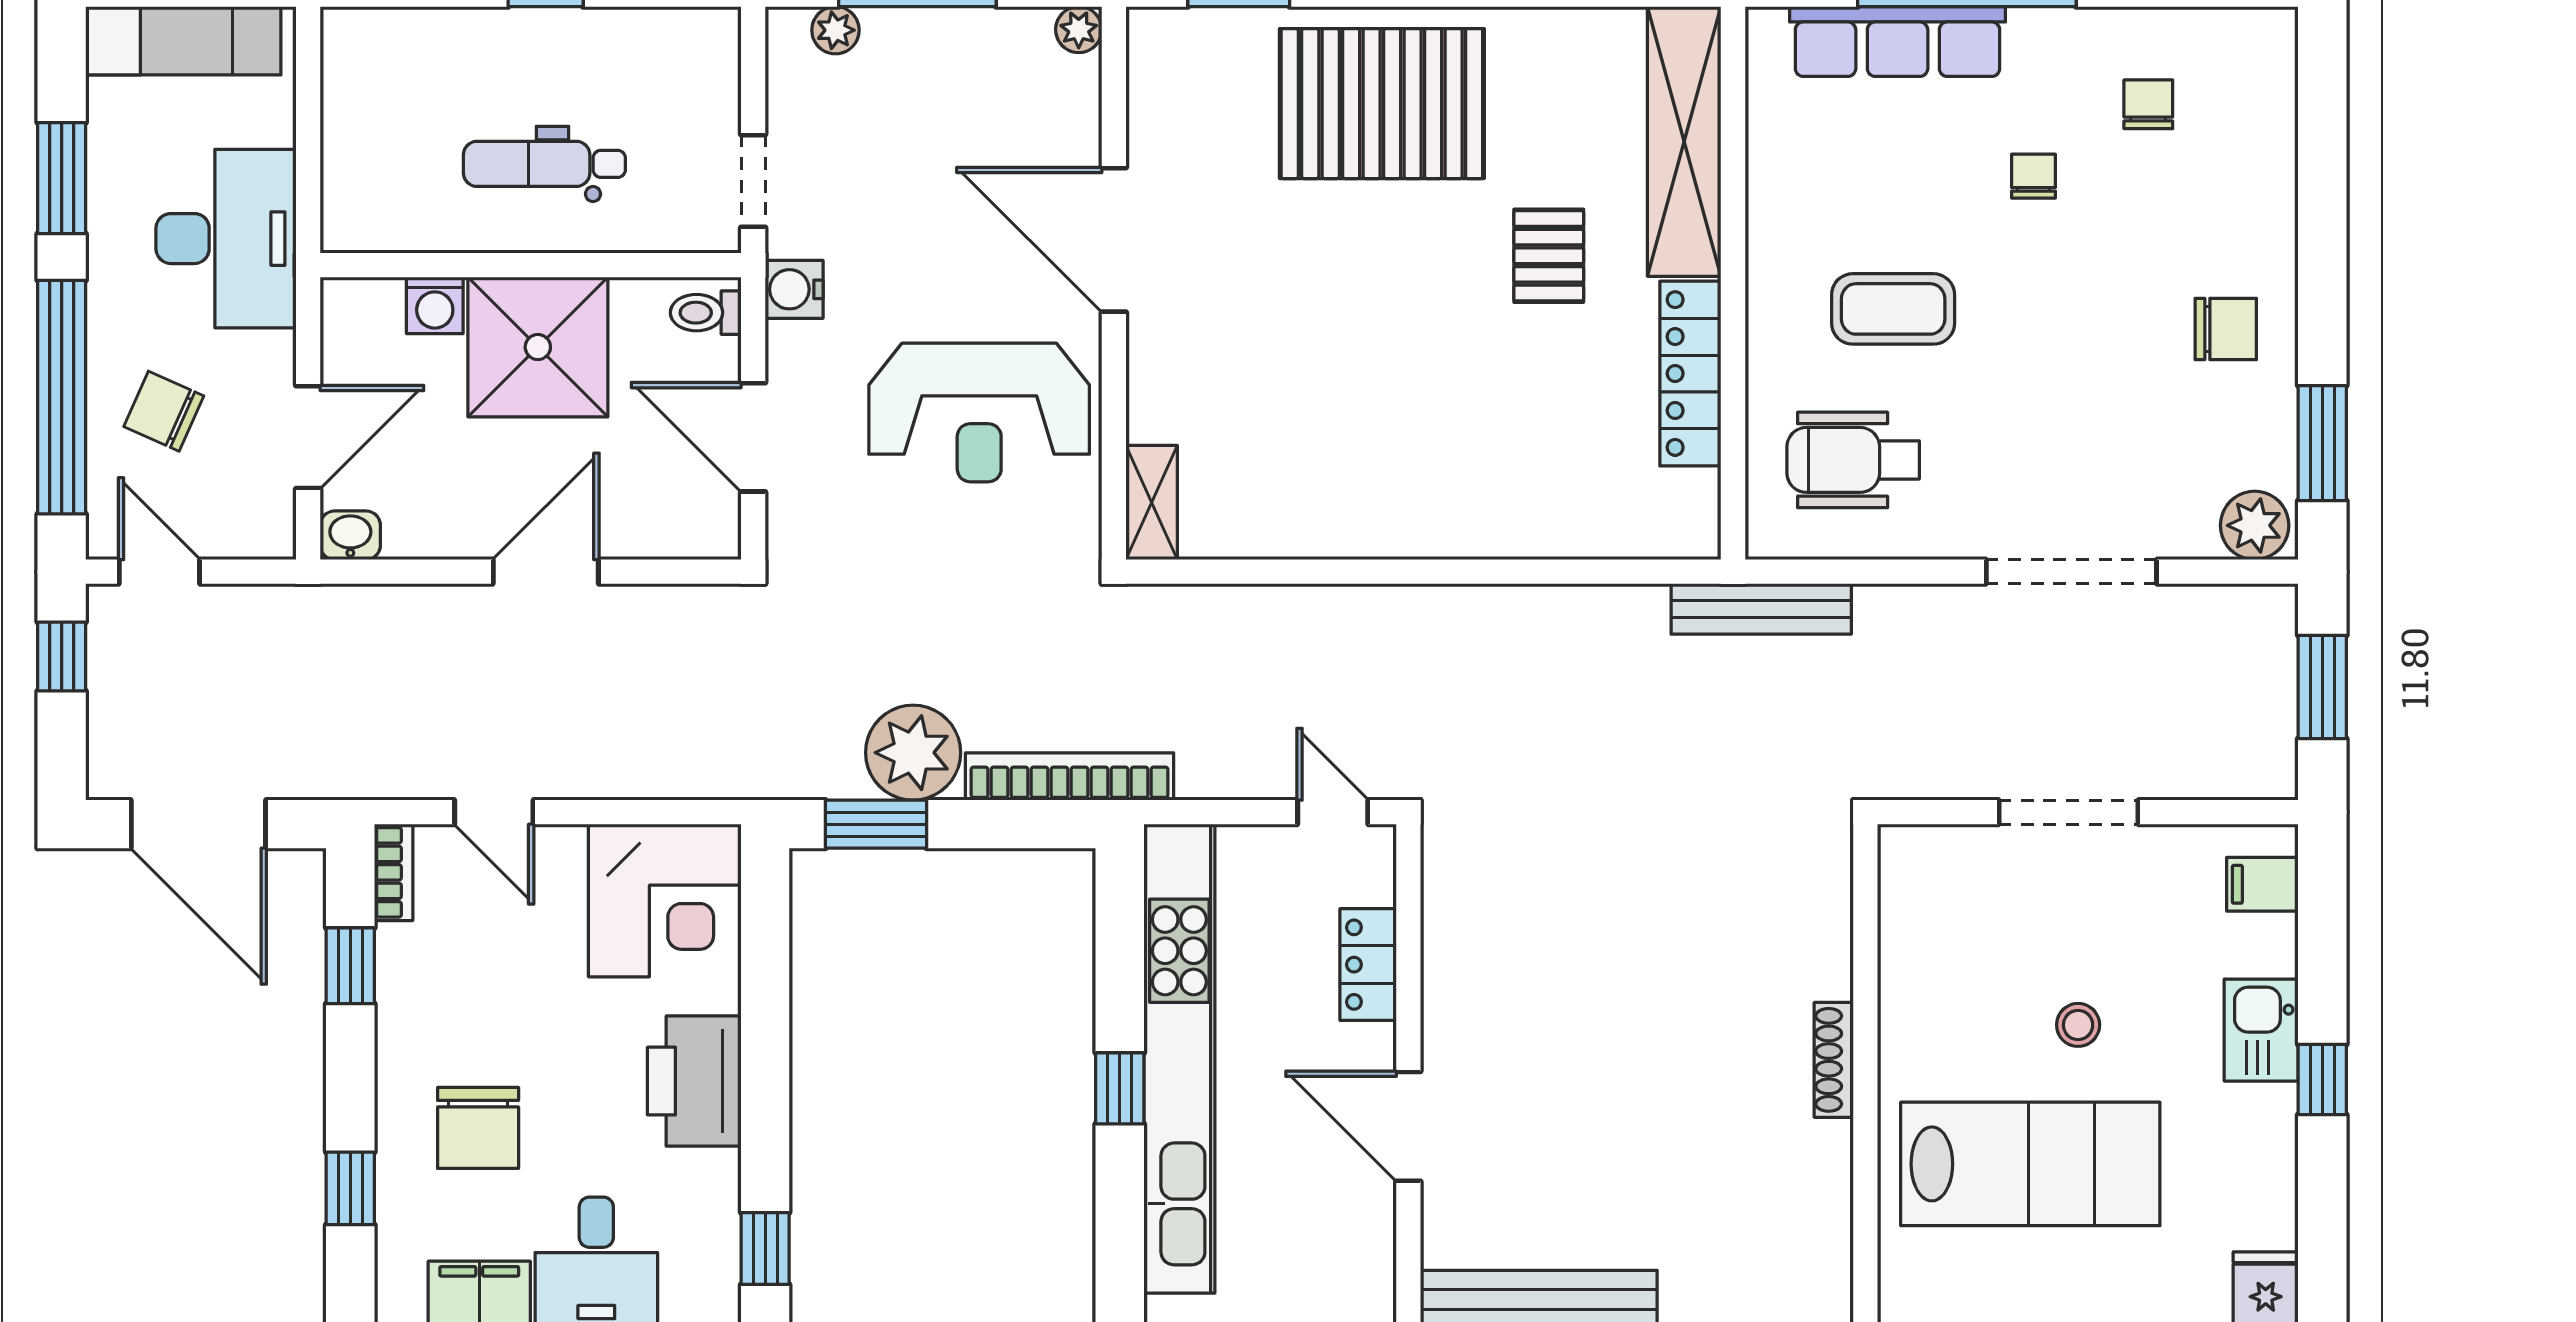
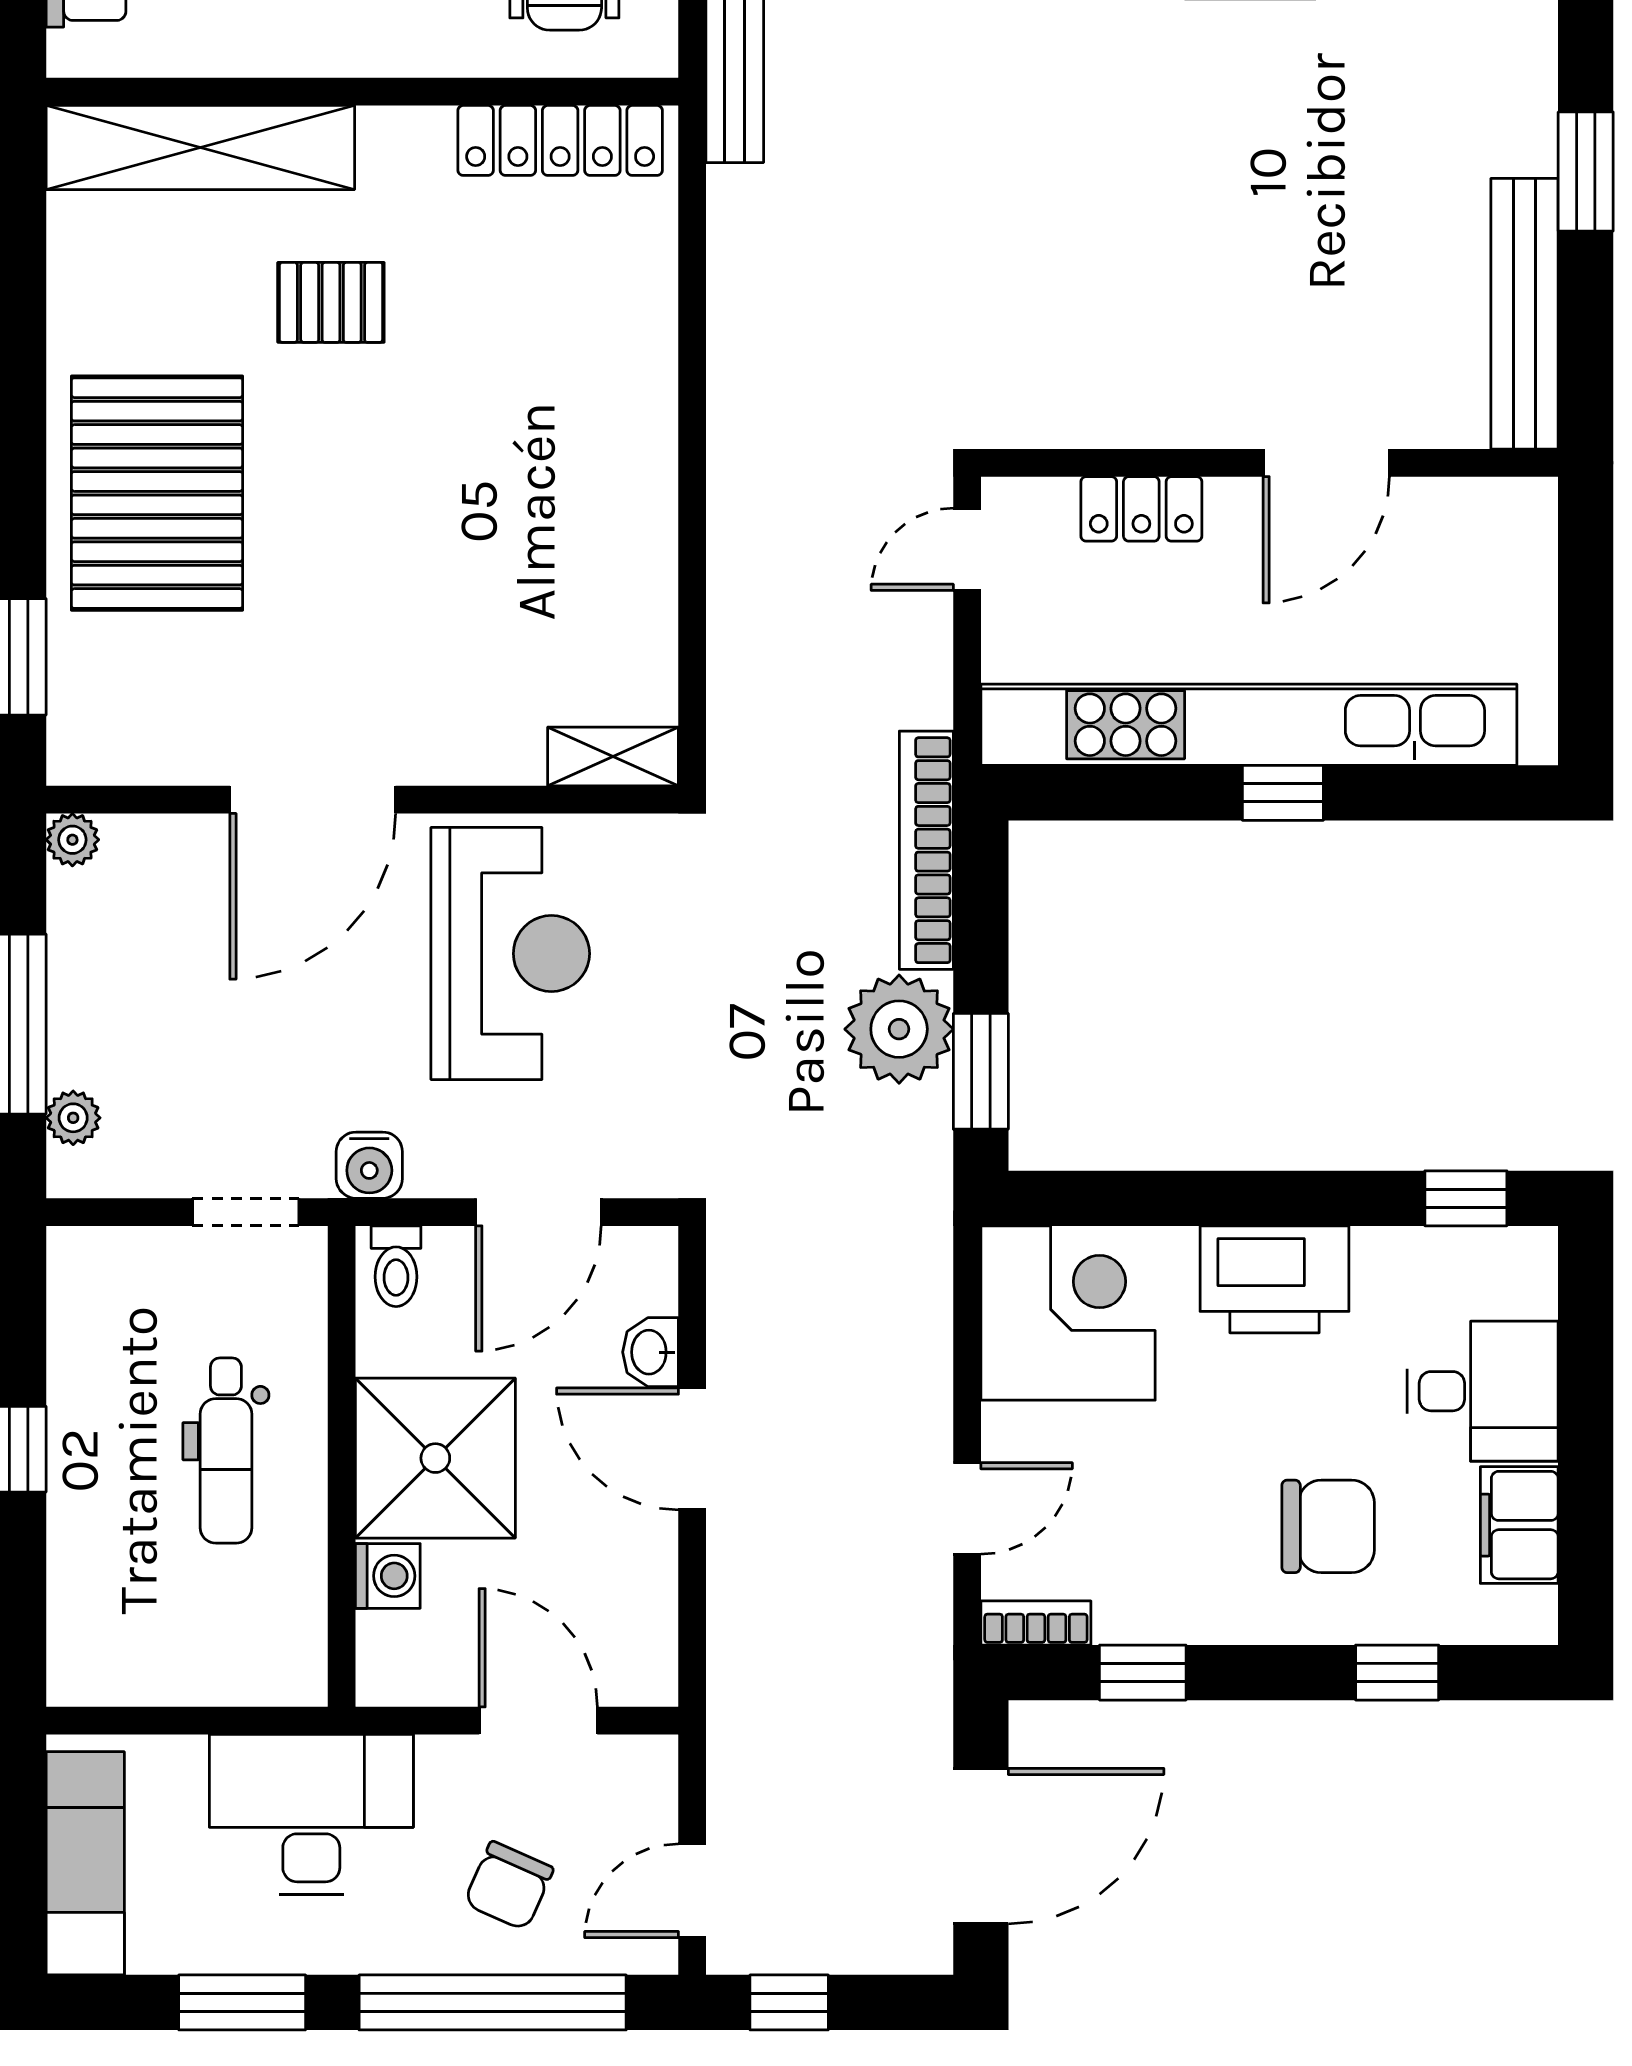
locker: (1690, 374) -> (560, 140), moved
washbasin: (350, 535) -> (651, 1352), moved

